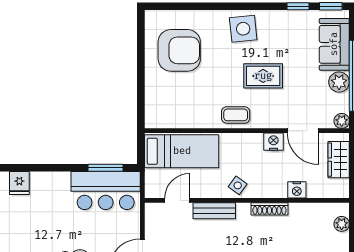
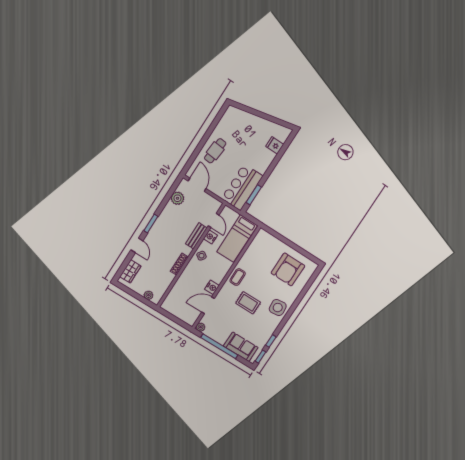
rug: (263, 76) -> (248, 303), turned 90
plant: (339, 82) -> (221, 338), removed
wardrobe: (339, 160) -> (182, 314), removed
nightstand: (297, 190) -> (210, 237), moved

